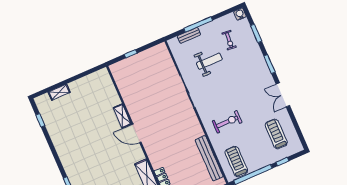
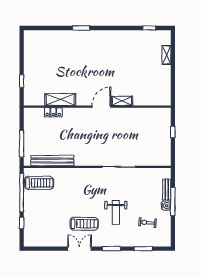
water cooler: (240, 14) -> (166, 206), moved
weight bench: (209, 61) -> (116, 212), moved
exercise bike: (227, 122) -> (77, 190), removed
treadmill: (276, 134) -> (84, 224), moved

